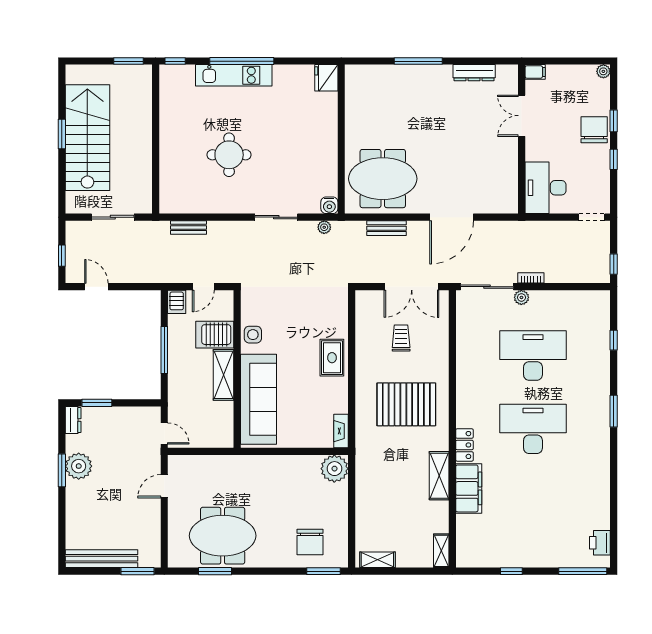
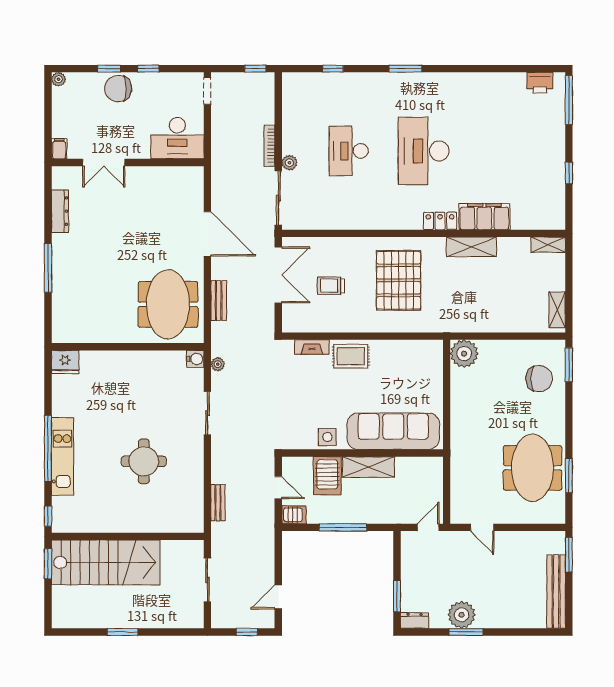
stairs: (87, 138) -> (106, 562), moved, turned 180
bookcase: (531, 278) -> (269, 146), width x1.56
desk: (533, 356) -> (349, 151), width x0.73, depth x0.77
fireplace: (341, 431) -> (312, 347), moved

